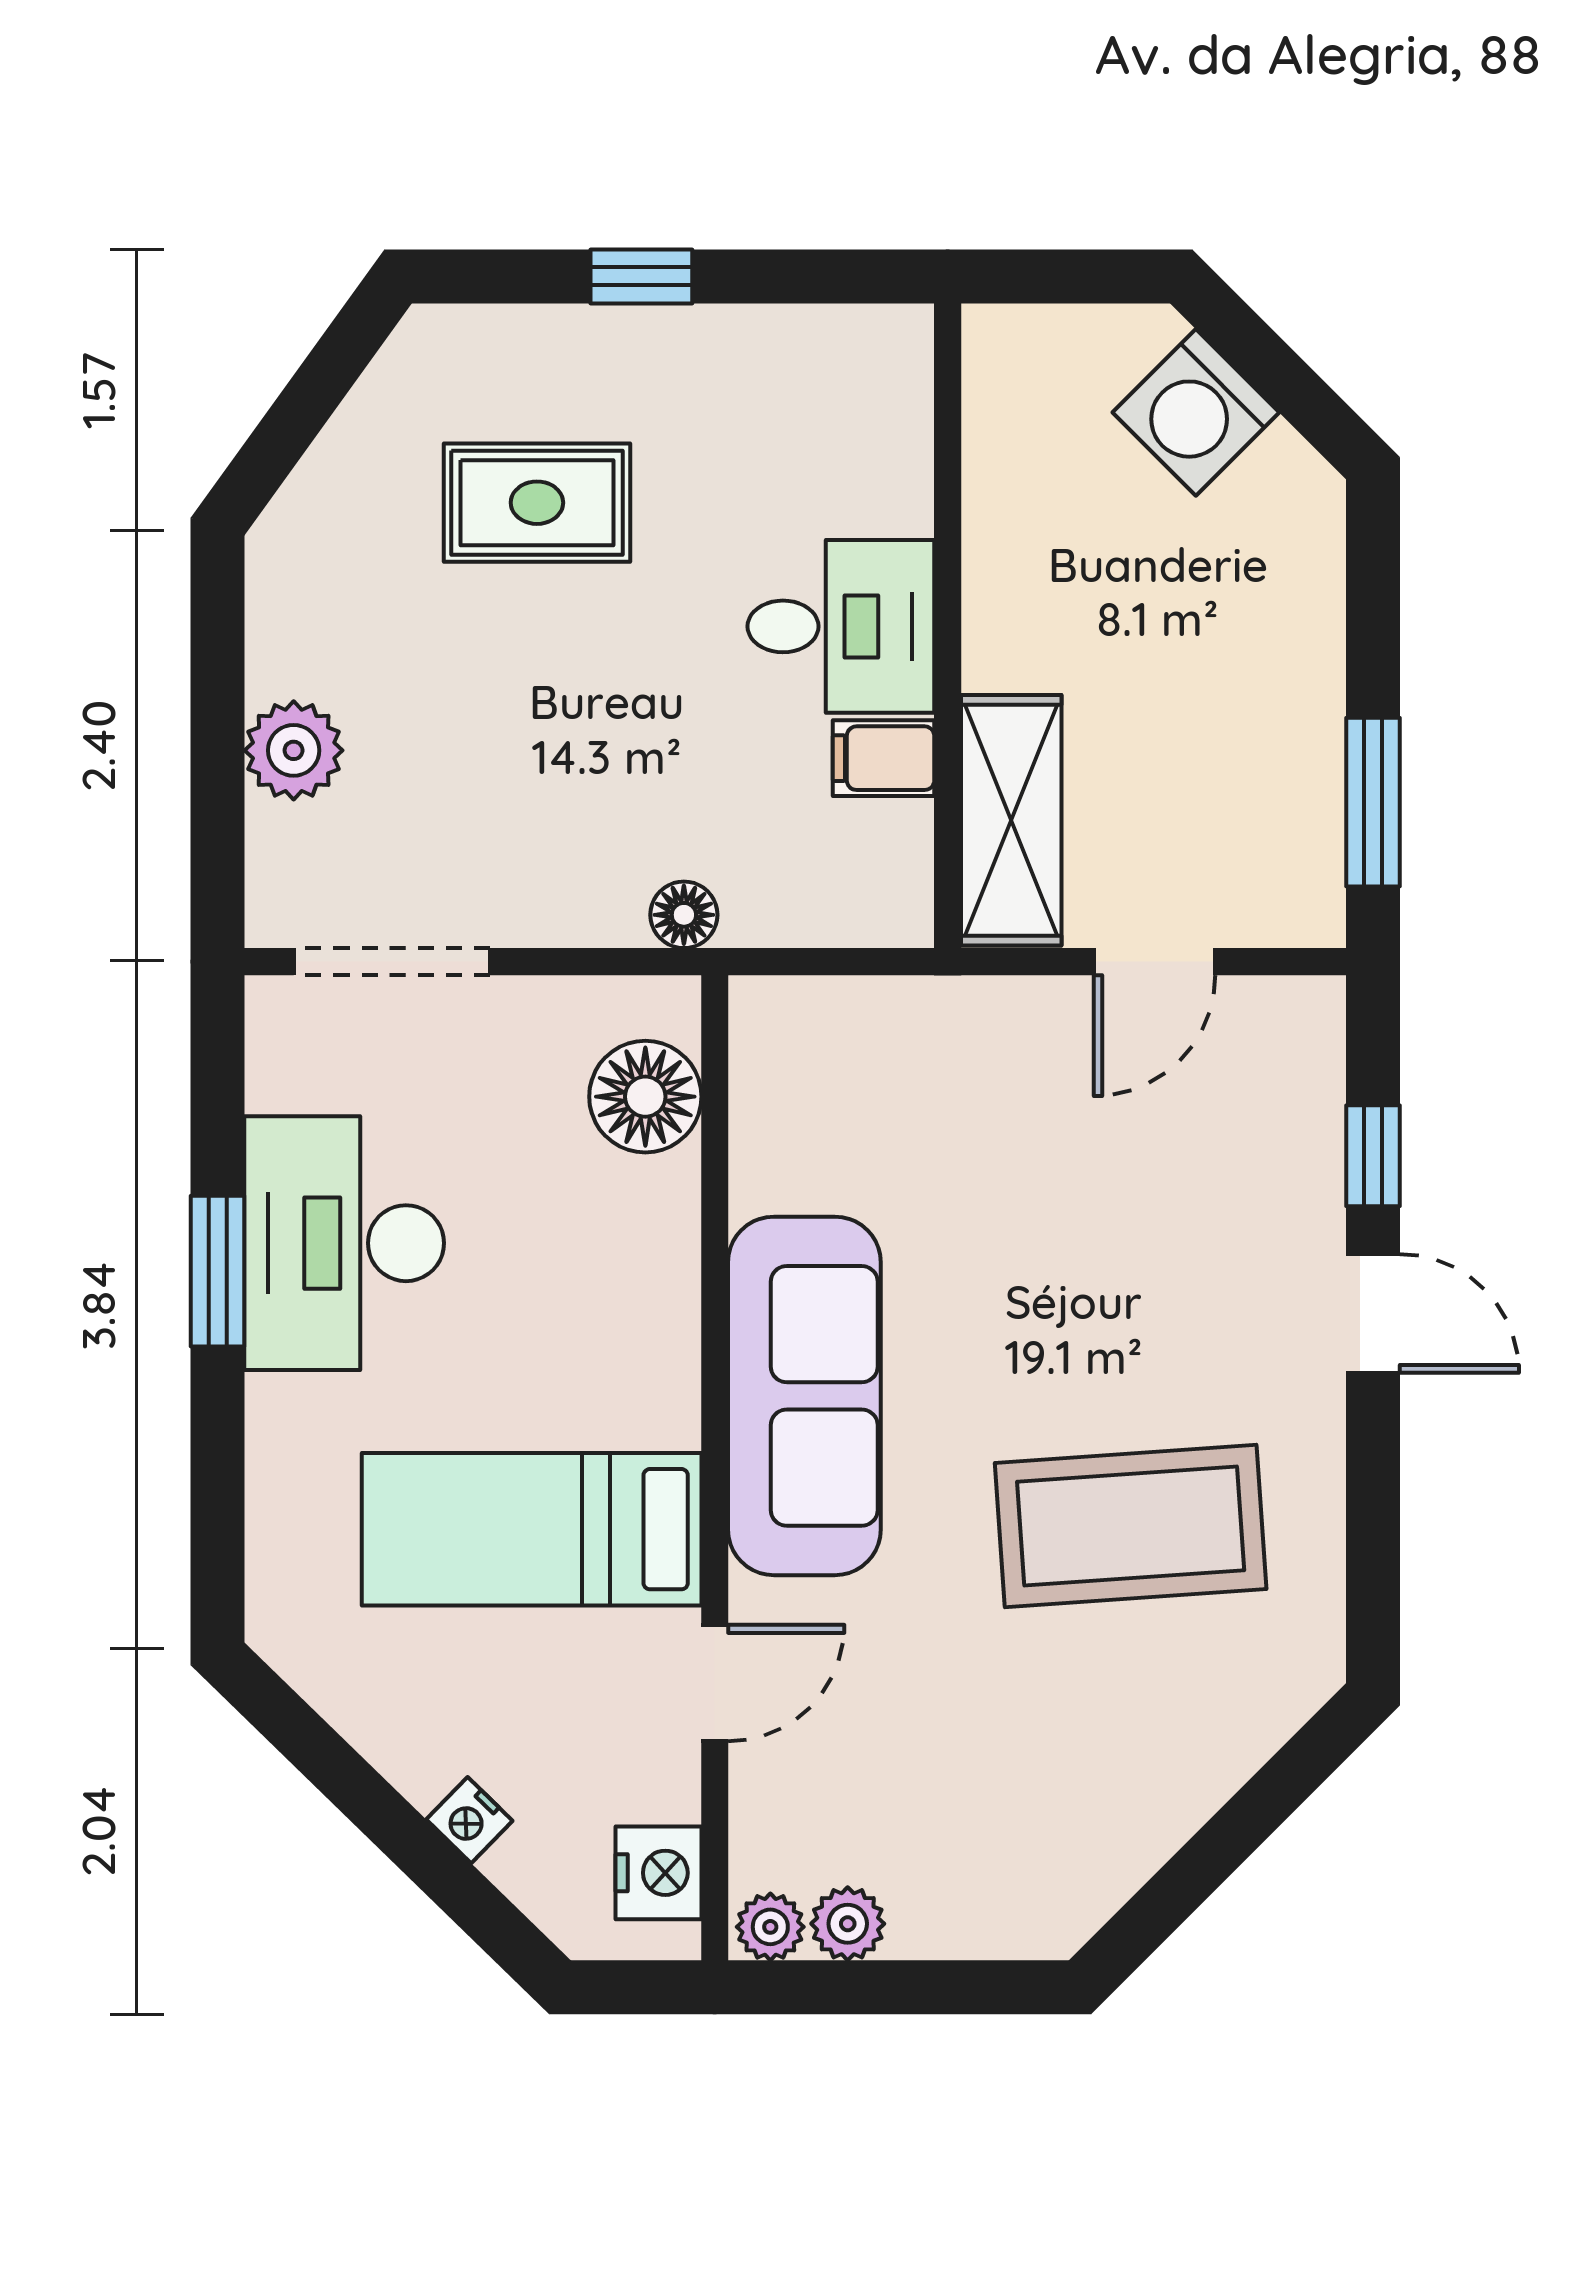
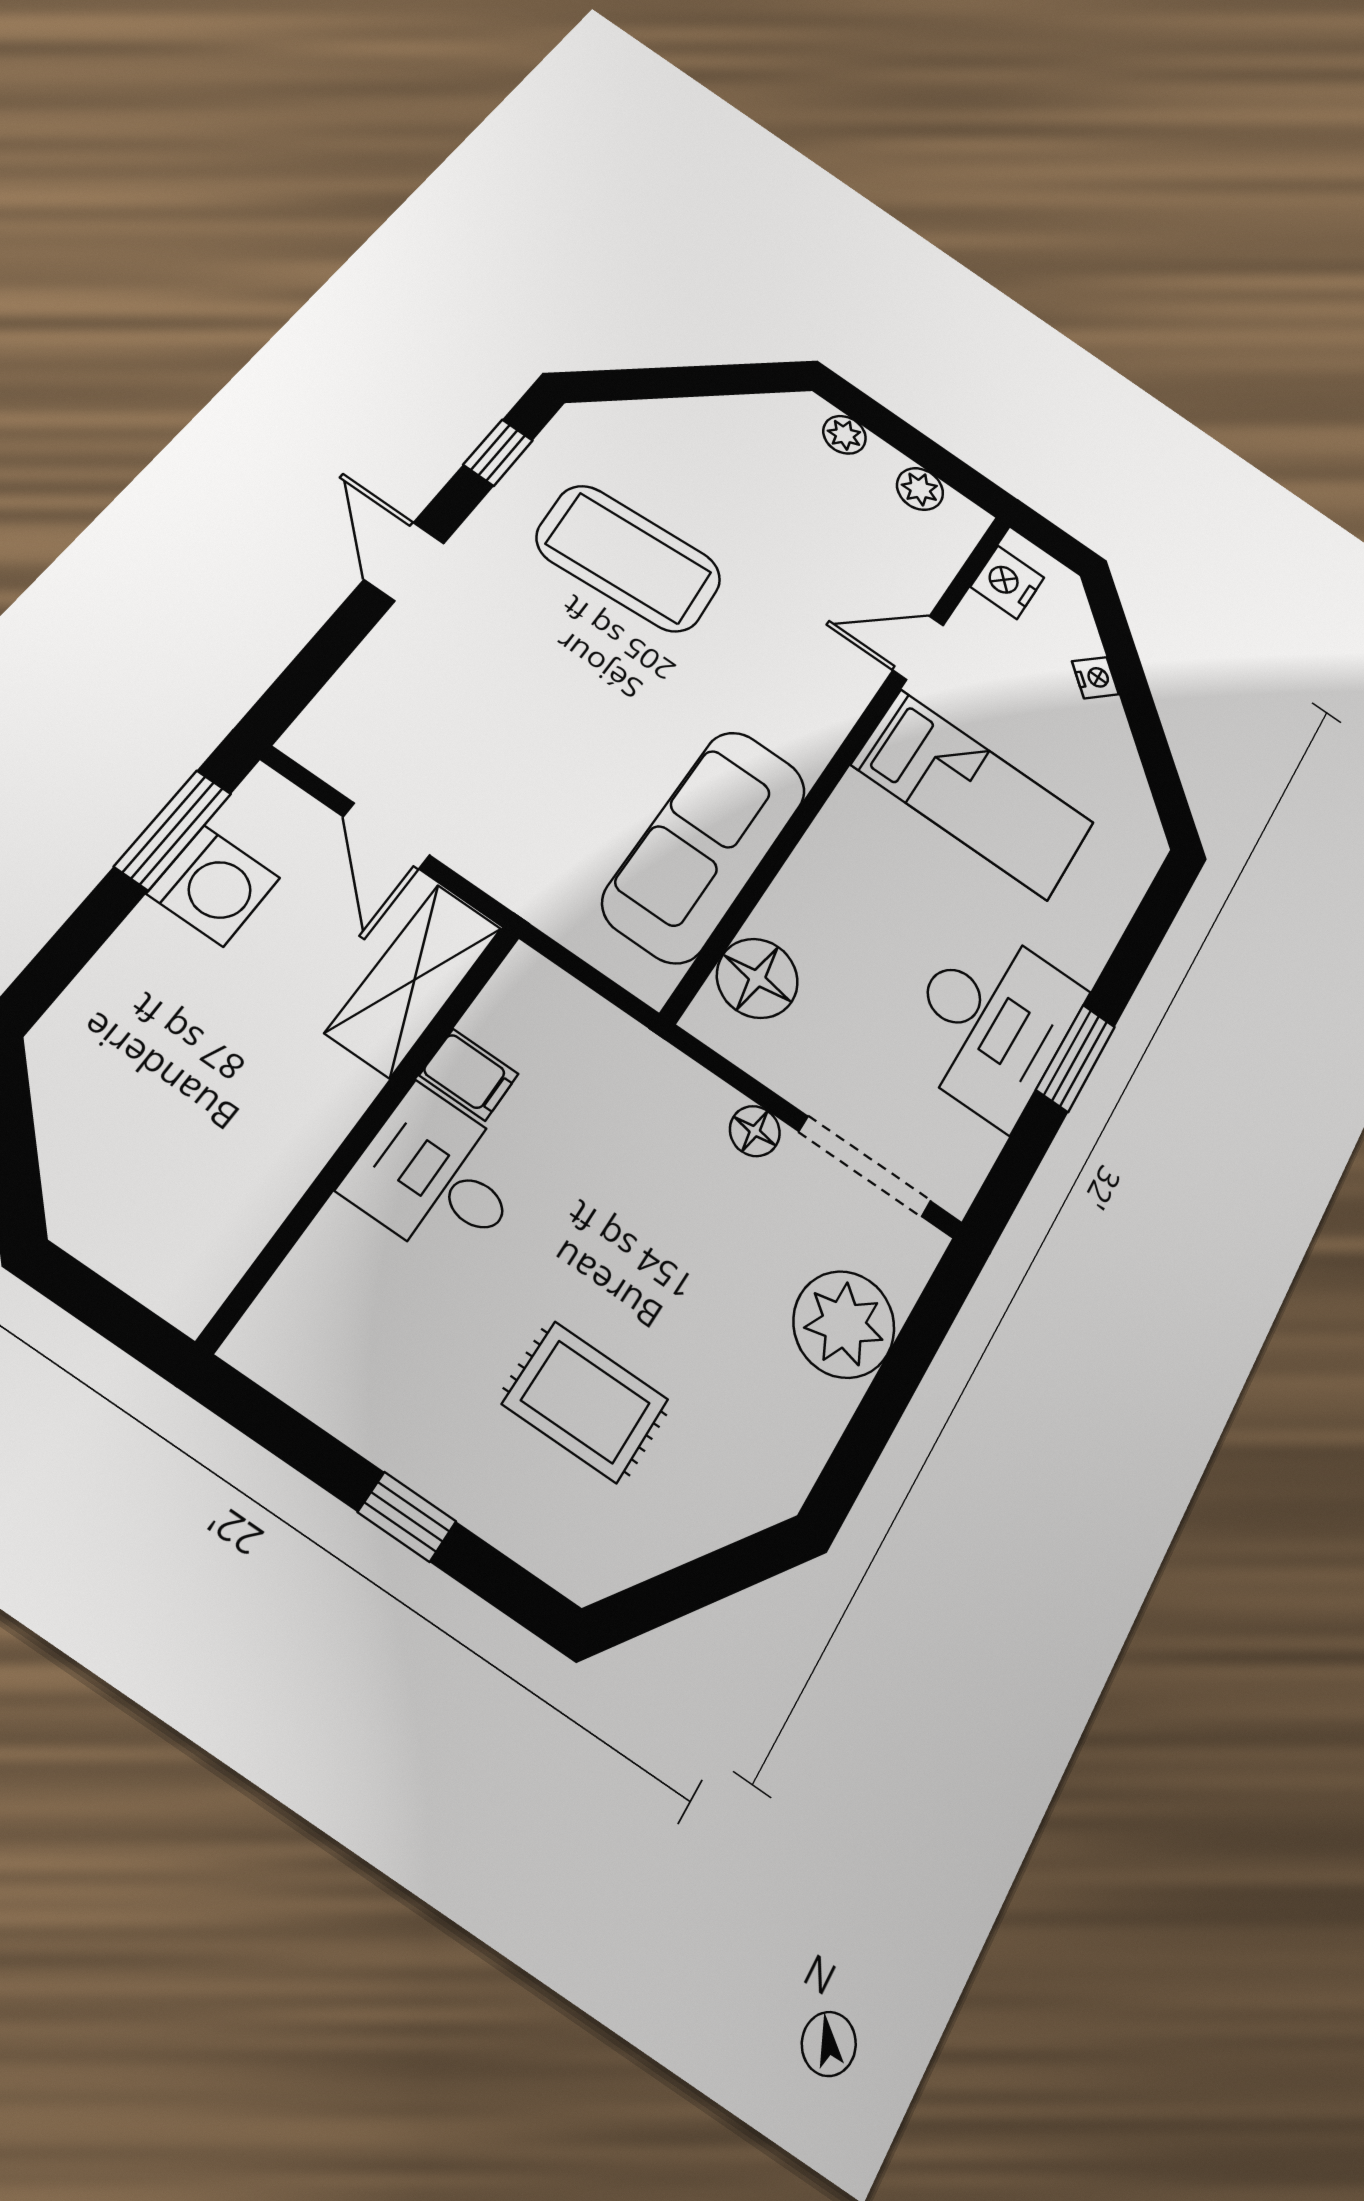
washing machine: (1196, 412) -> (214, 886), moved, turned 45
plant: (294, 750) -> (844, 1324), width x1.36, depth x1.36
floor lamp: (684, 915) -> (755, 1131), moved
door: (1154, 962) -> (386, 836), swing flipped
window: (1373, 1156) -> (498, 453), moved
sofa: (804, 1396) -> (706, 845), moved
plant: (770, 1927) -> (844, 435), moved

